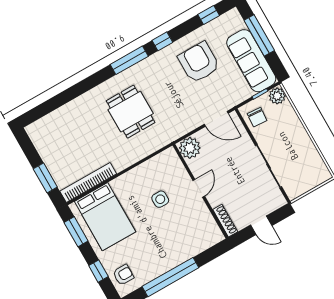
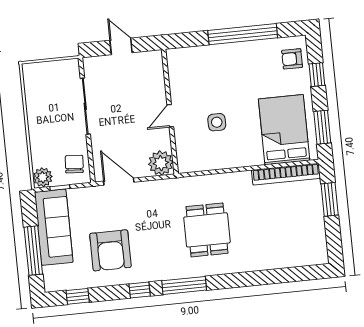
shoe rack: (225, 221) -> (157, 68), removed

